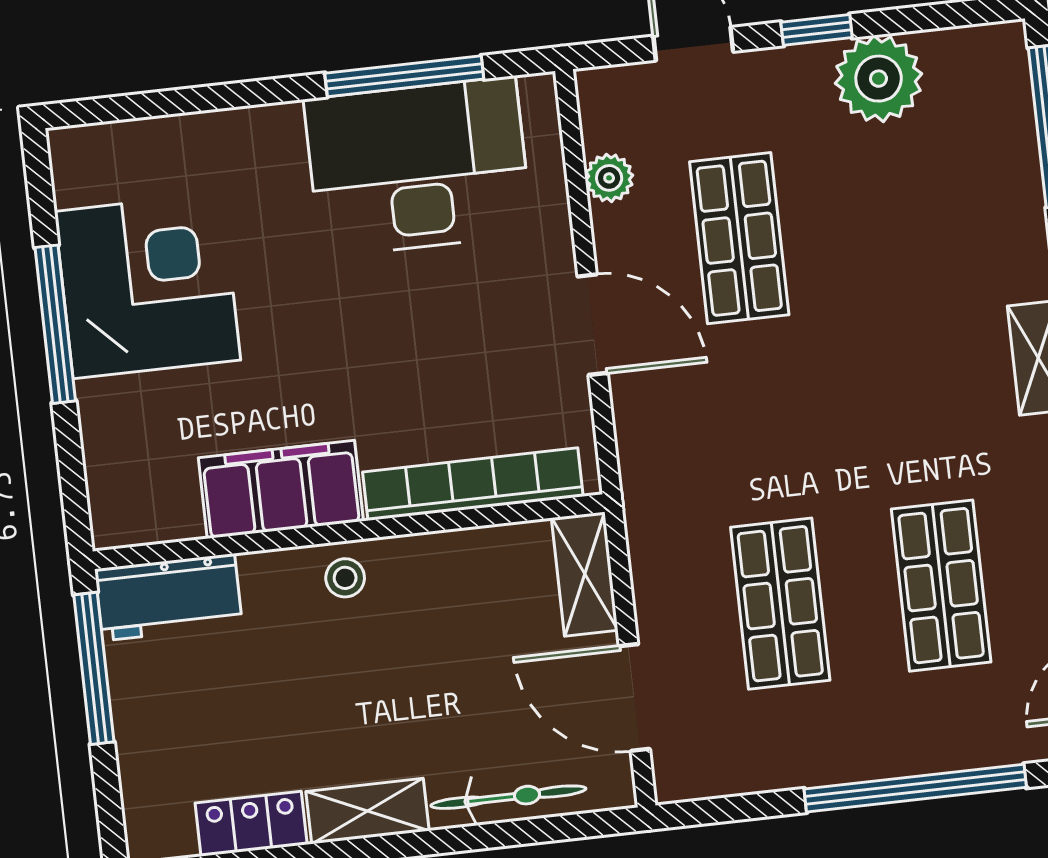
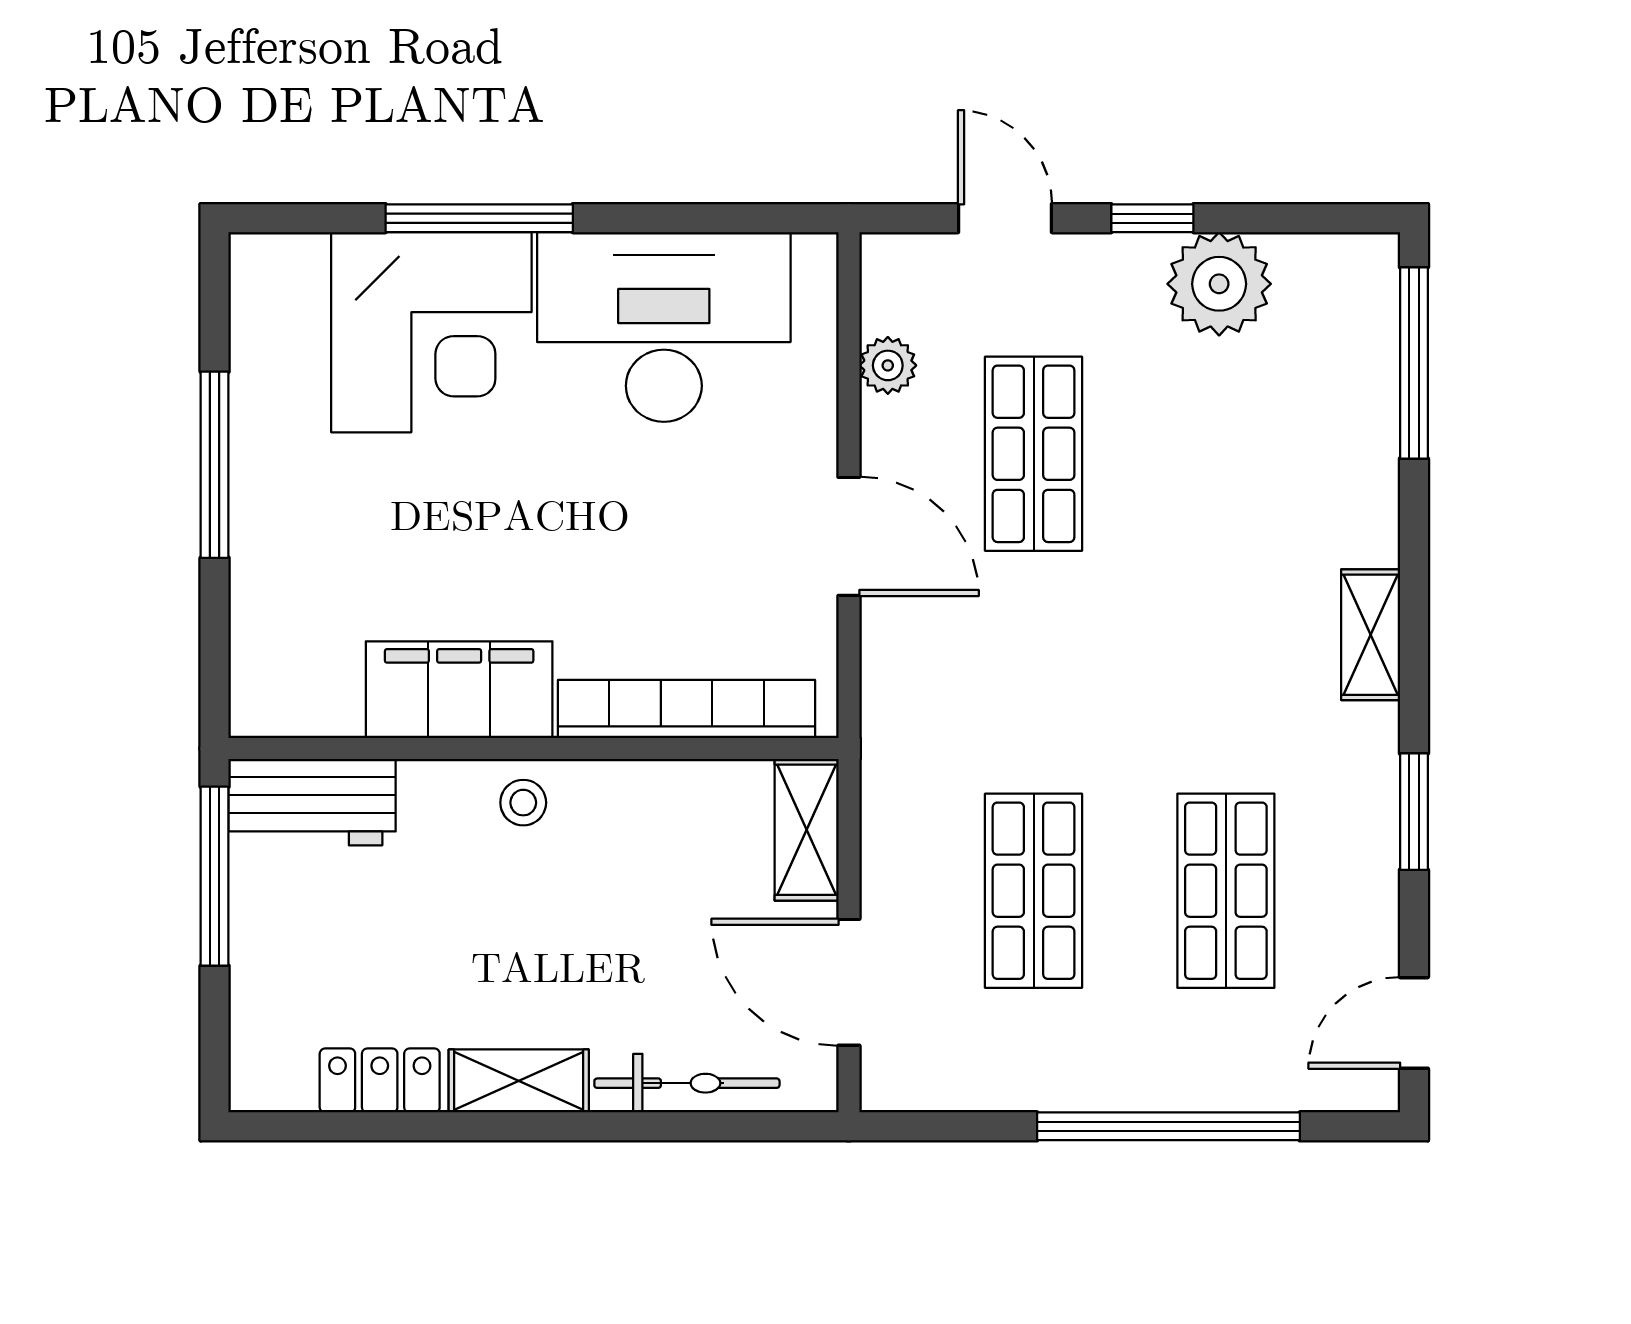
window: (404, 76) -> (479, 218), moved
corner desk: (147, 286) -> (431, 332), moved, turned 90

